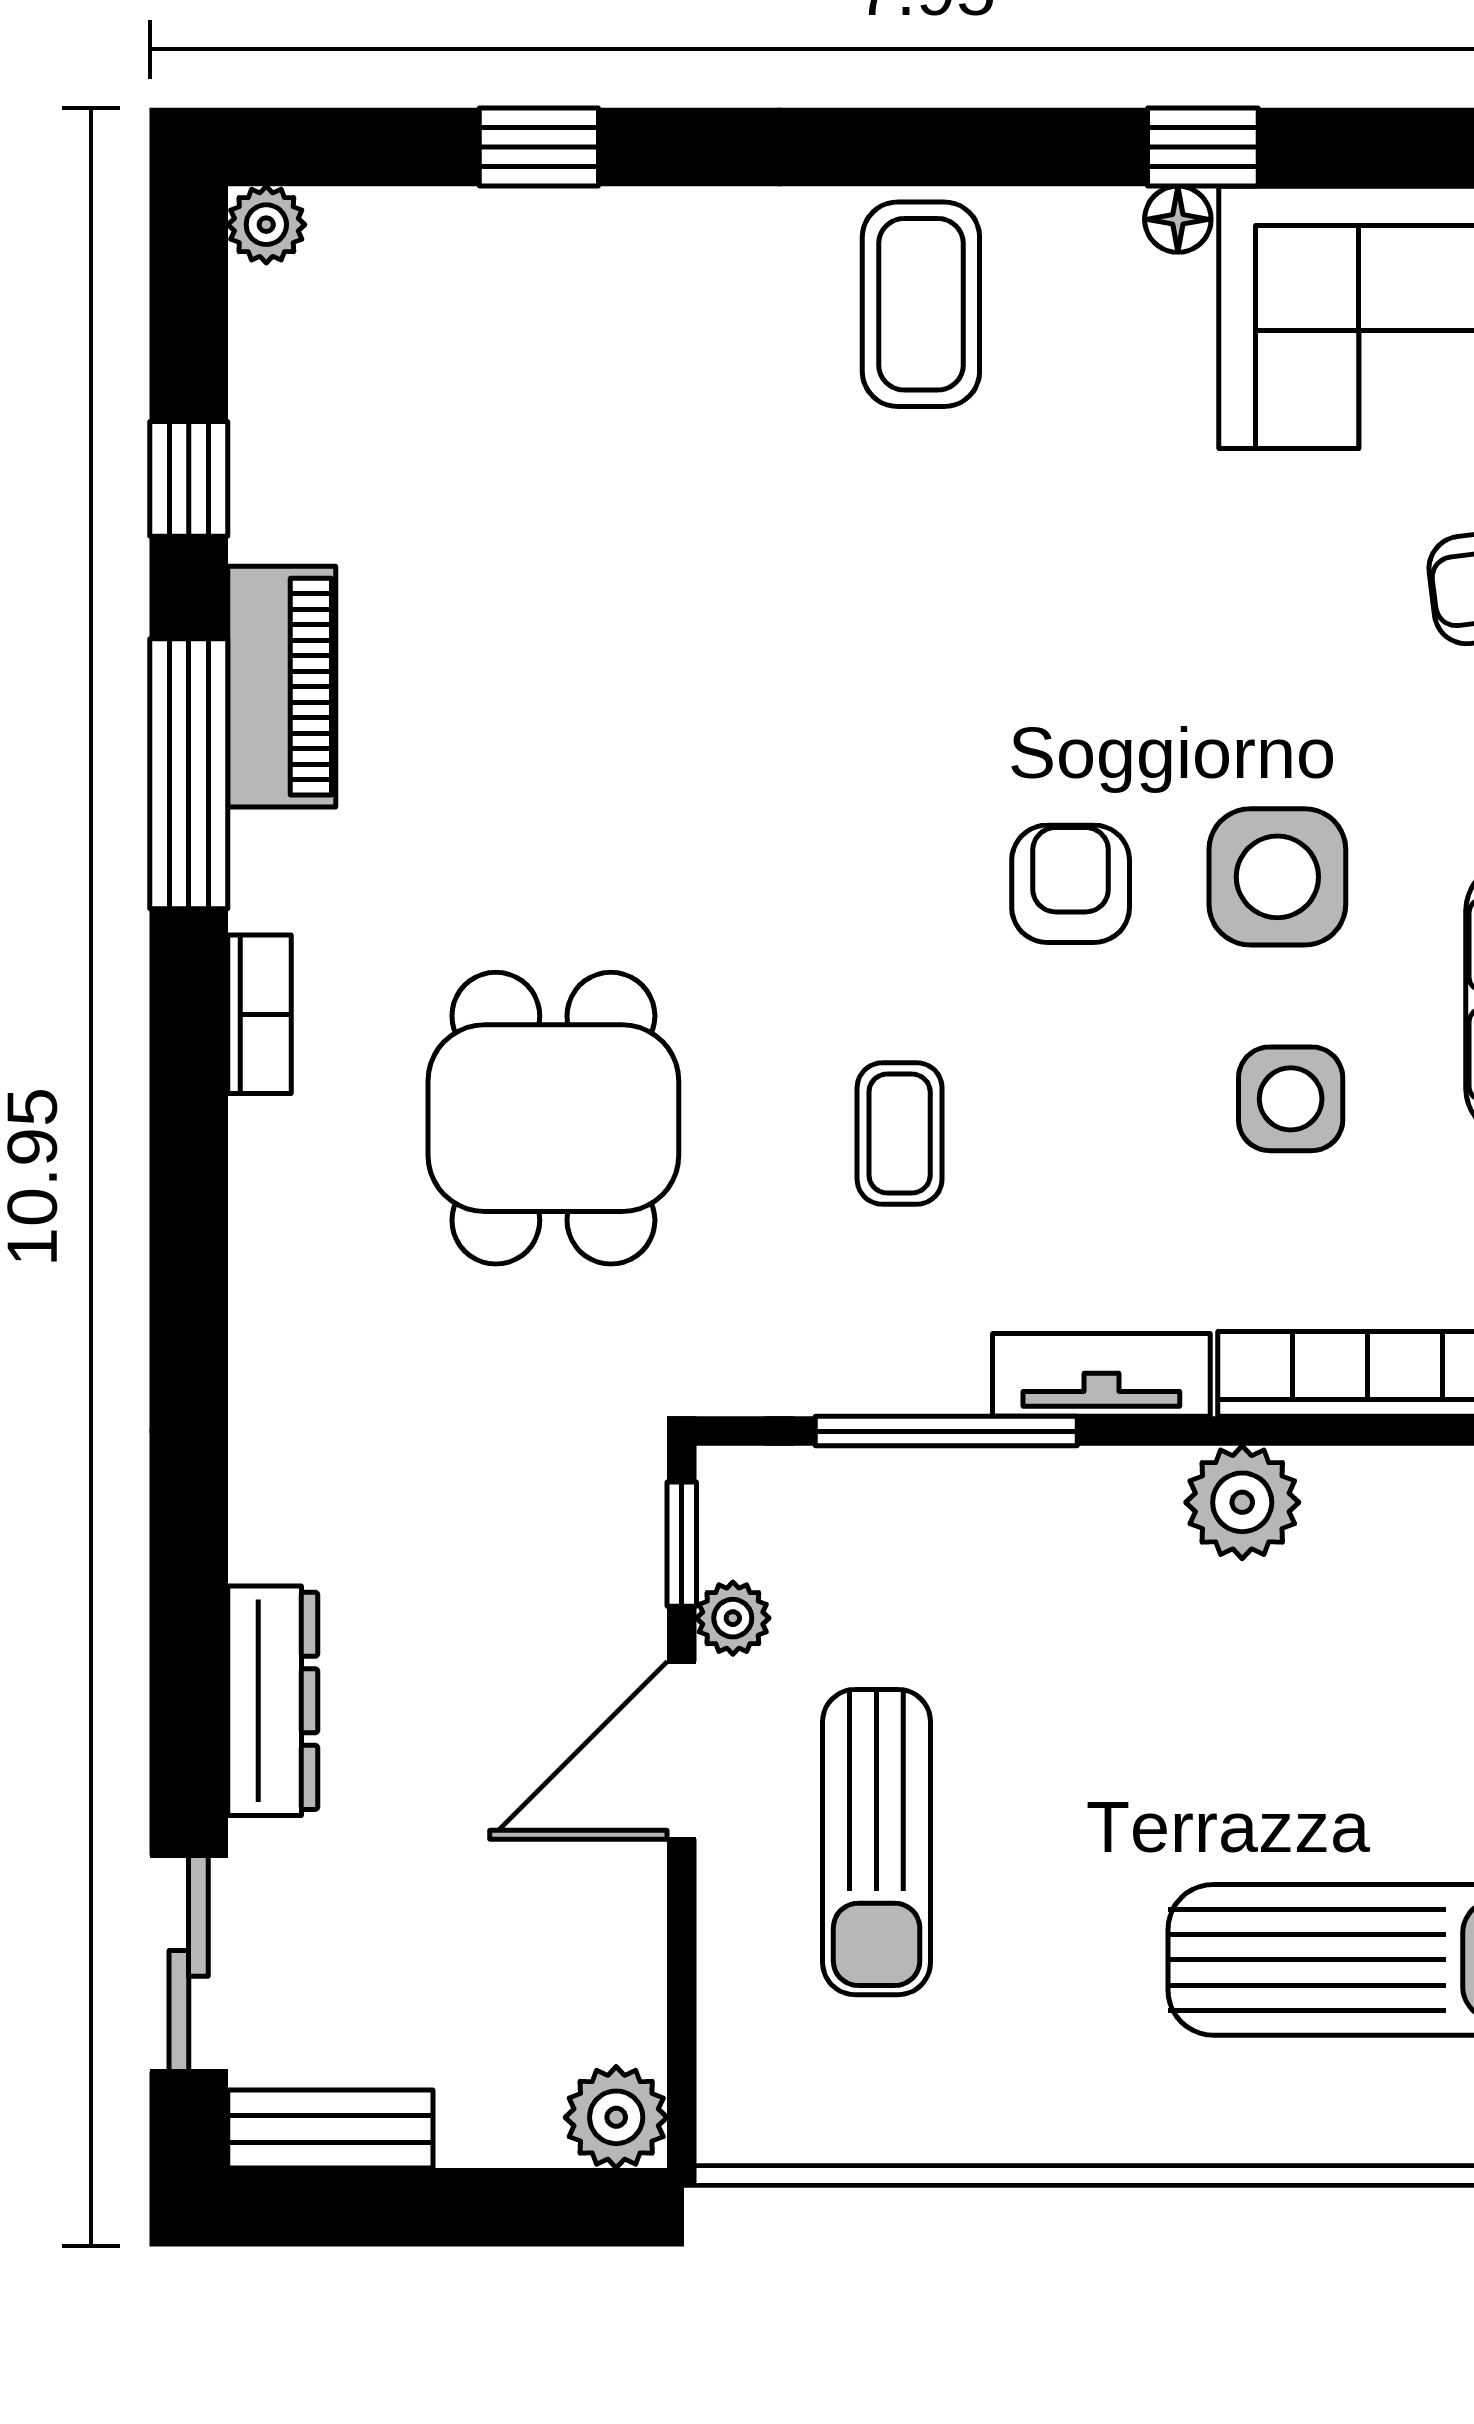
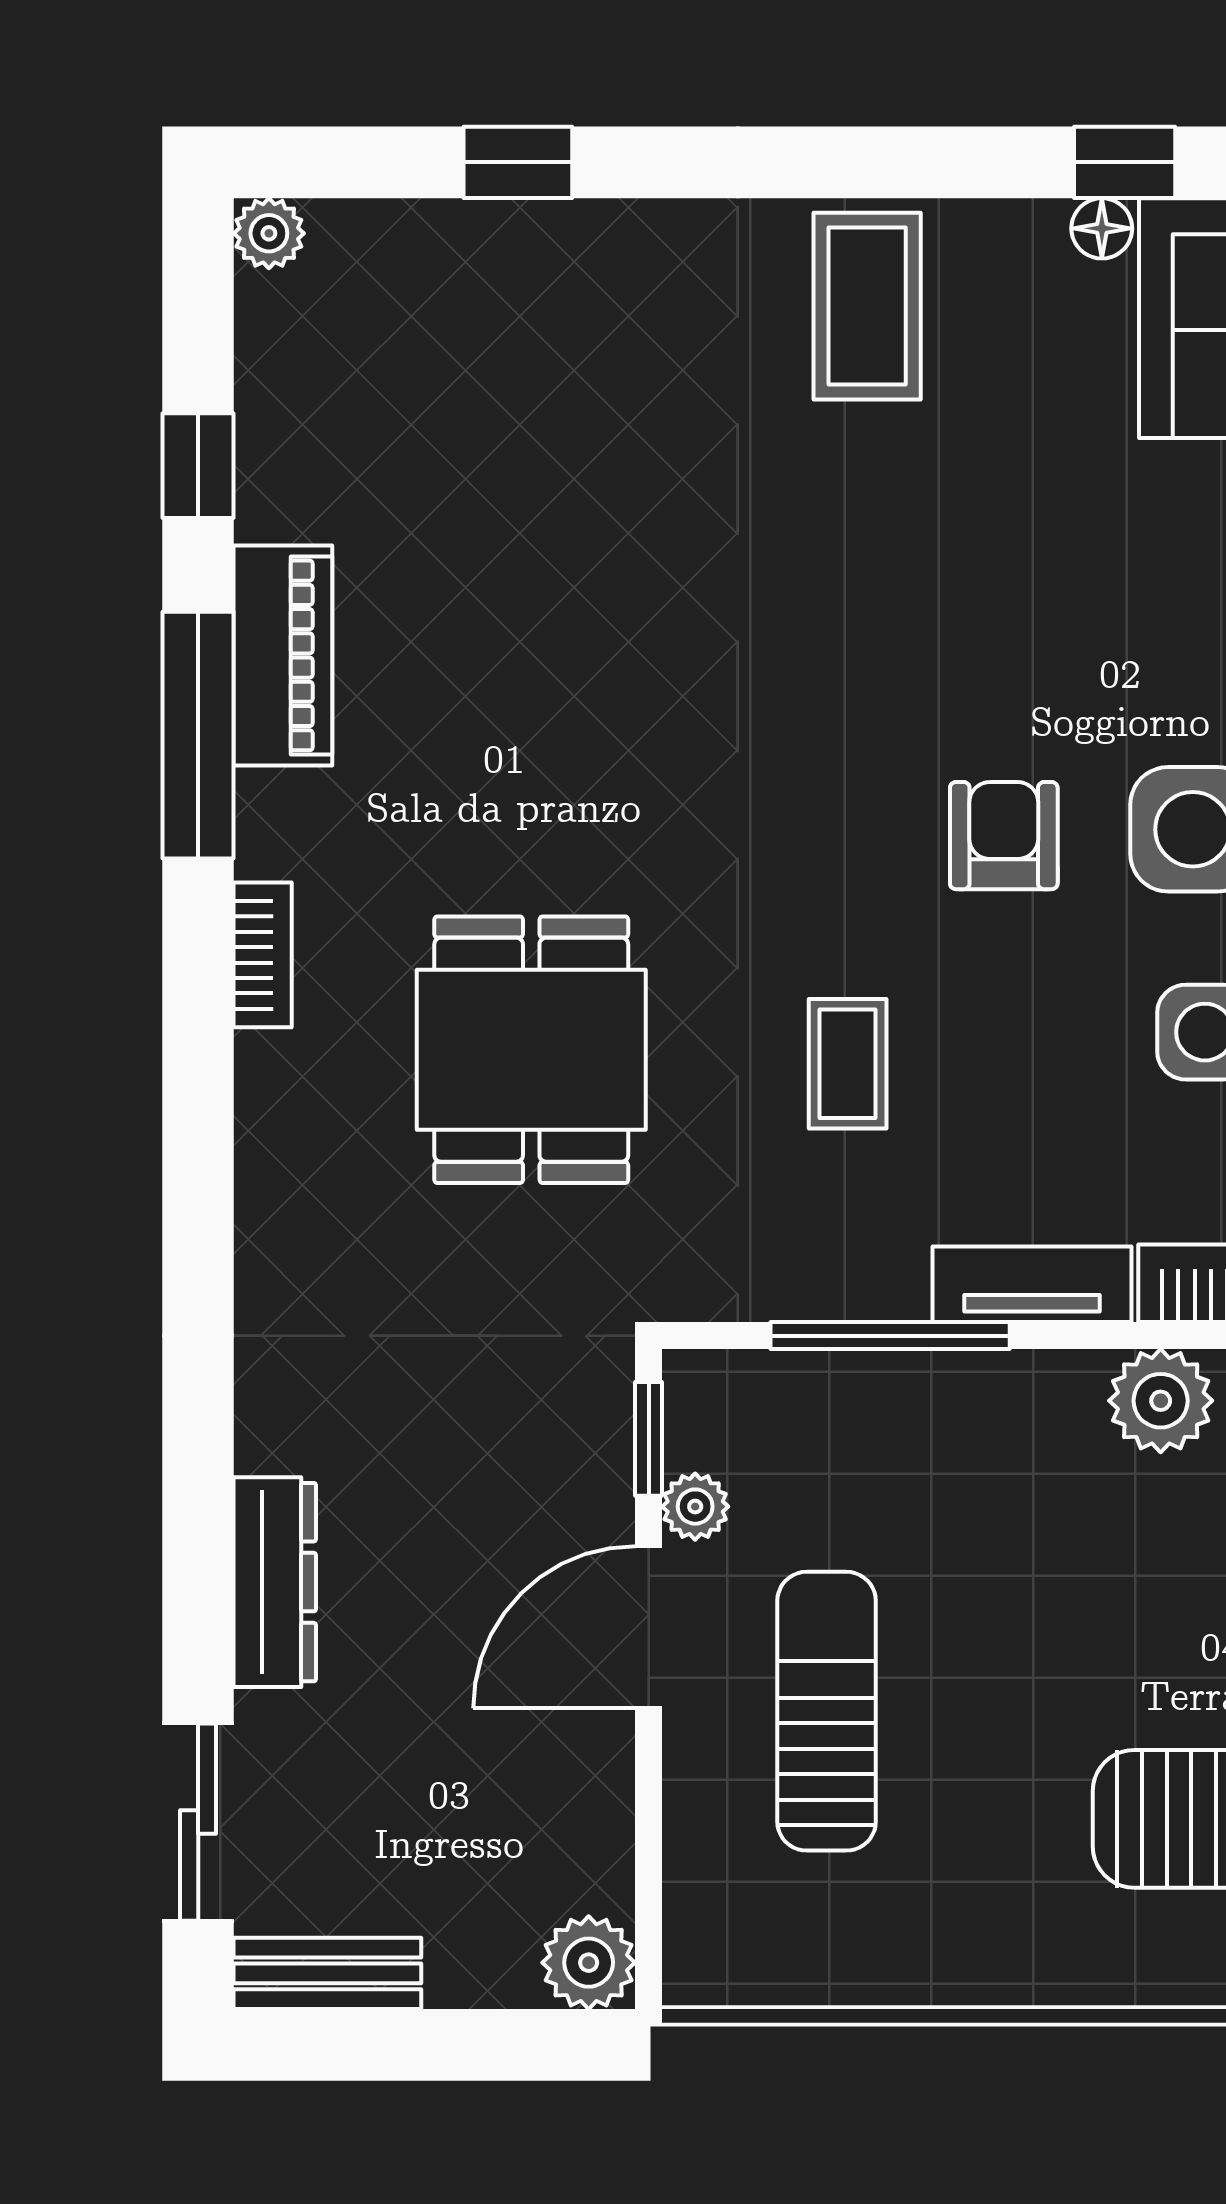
sun lounger: (877, 1842) -> (827, 1711), turned 180

